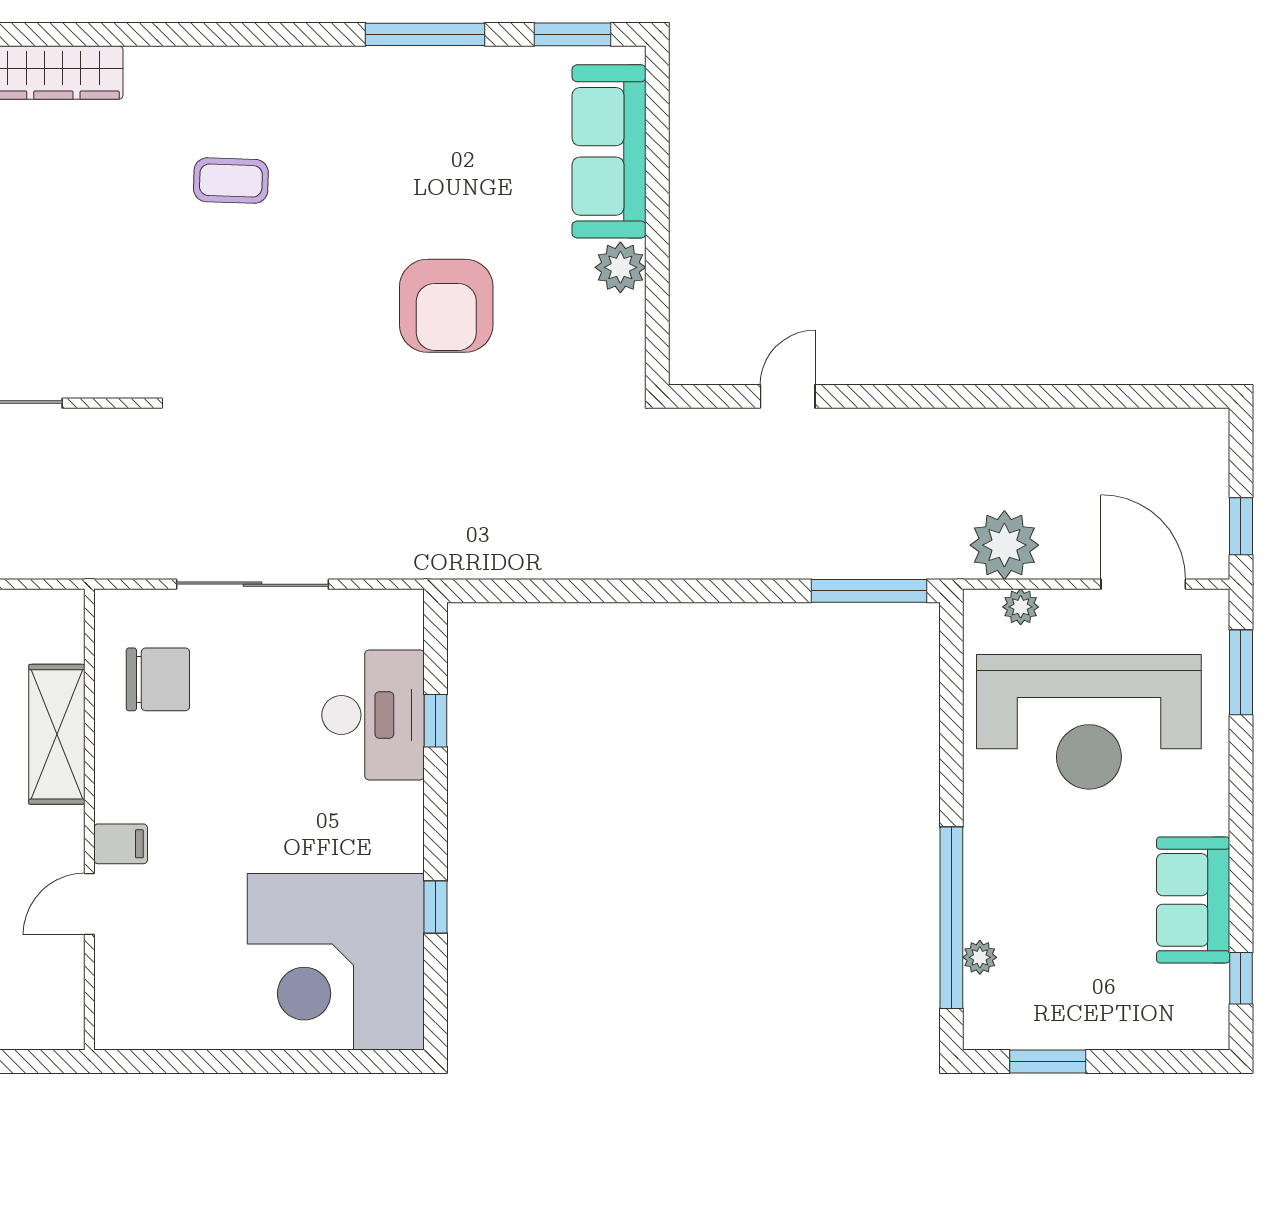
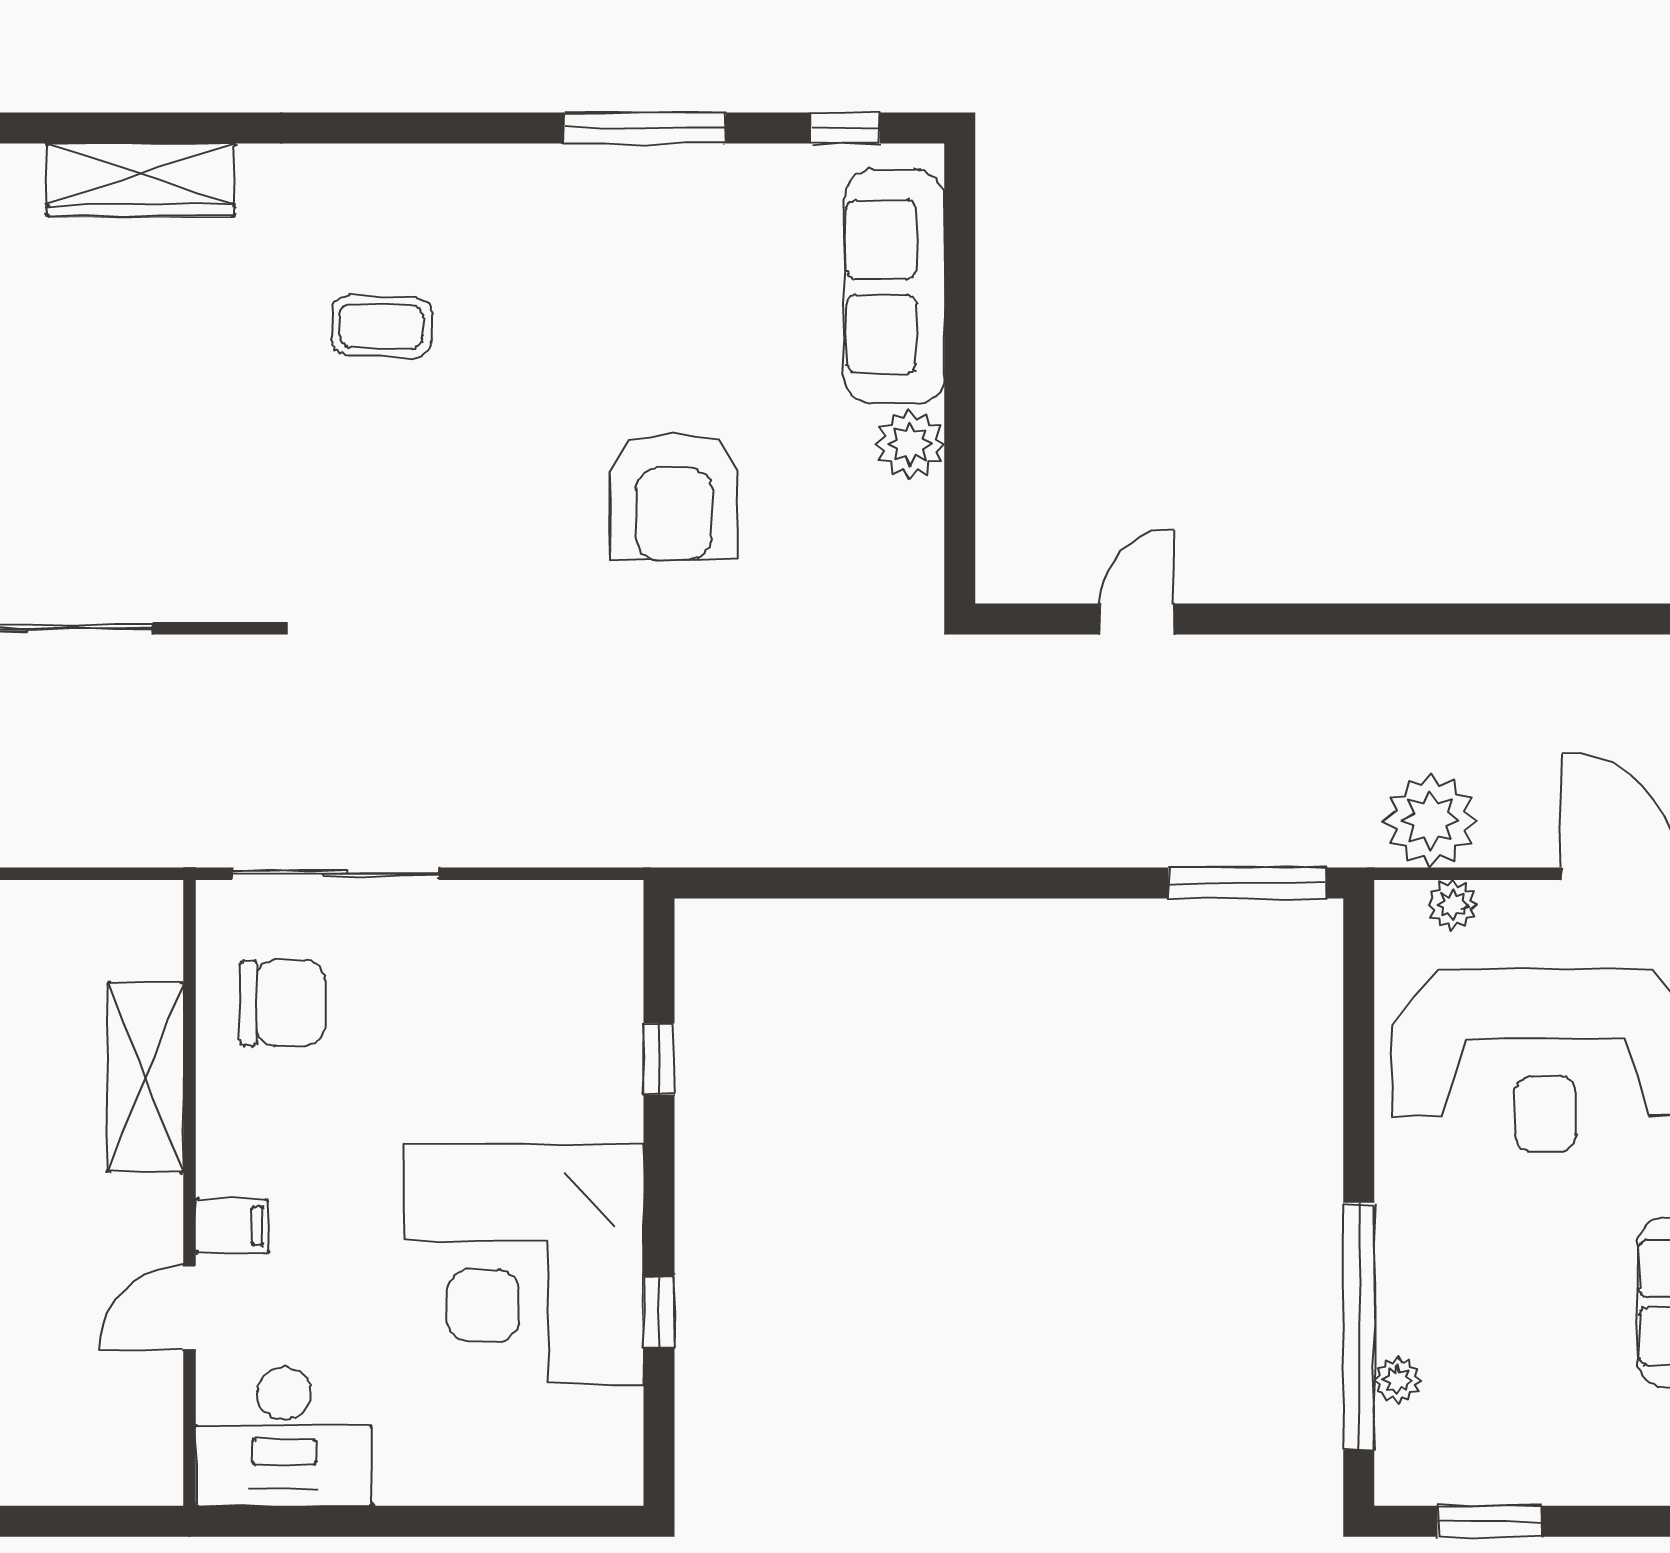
window: (572, 34) -> (845, 128), width x0.67
sliding door: (253, 584) -> (335, 874), moved
desk: (373, 715) -> (284, 1437), moved, turned 90
corner desk: (336, 962) -> (524, 1264), moved

